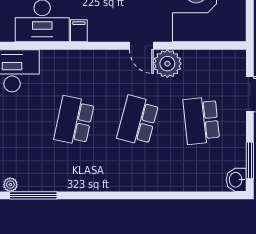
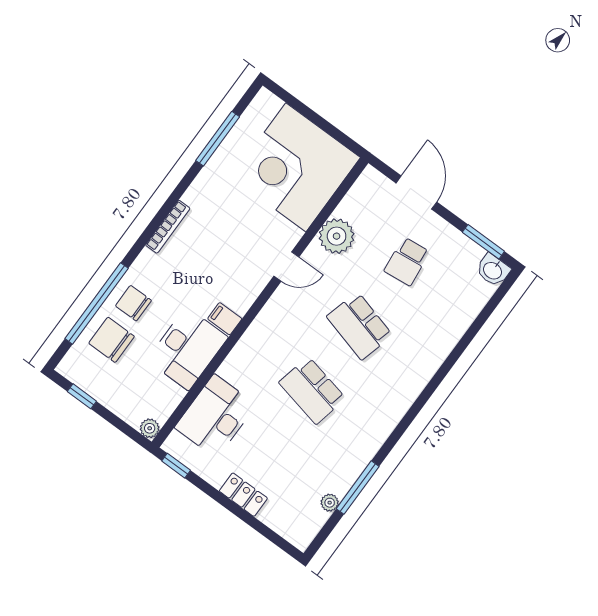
plant: (167, 64) -> (337, 236), moved
school desk: (201, 121) -> (407, 261), width x0.54

